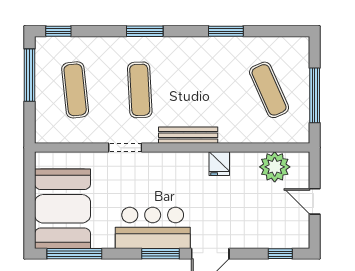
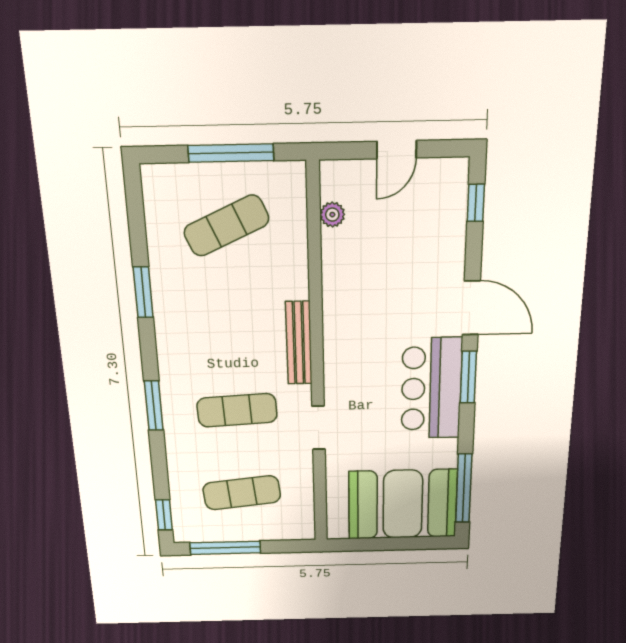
fridge: (219, 164) -> (339, 298), removed
plant: (275, 167) -> (332, 215), width x0.53, depth x0.53

